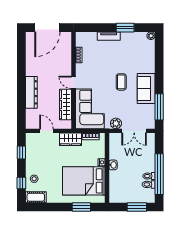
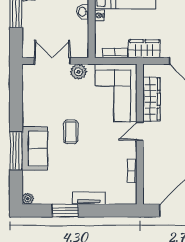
door: (74, 82) -> (140, 131), swing flipped
sofa: (146, 89) -> (35, 148), moved
window: (159, 107) -> (16, 151), moved

